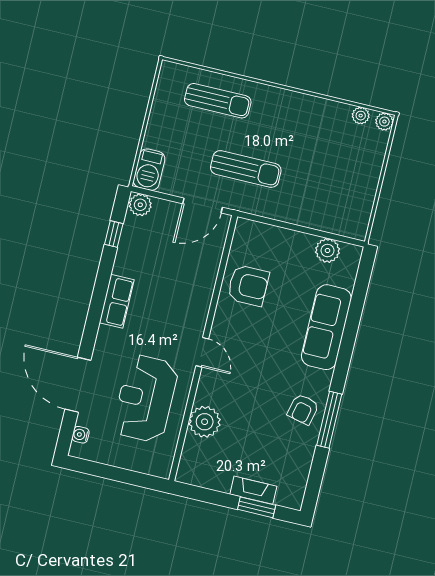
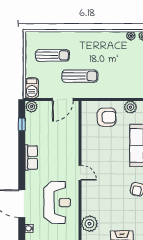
sun lounger: (218, 101) -> (53, 55), moved
armchair: (248, 286) -> (107, 117), moved
reception desk: (145, 398) -> (57, 202), turned 180
plant: (205, 422) -> (89, 224), moved

